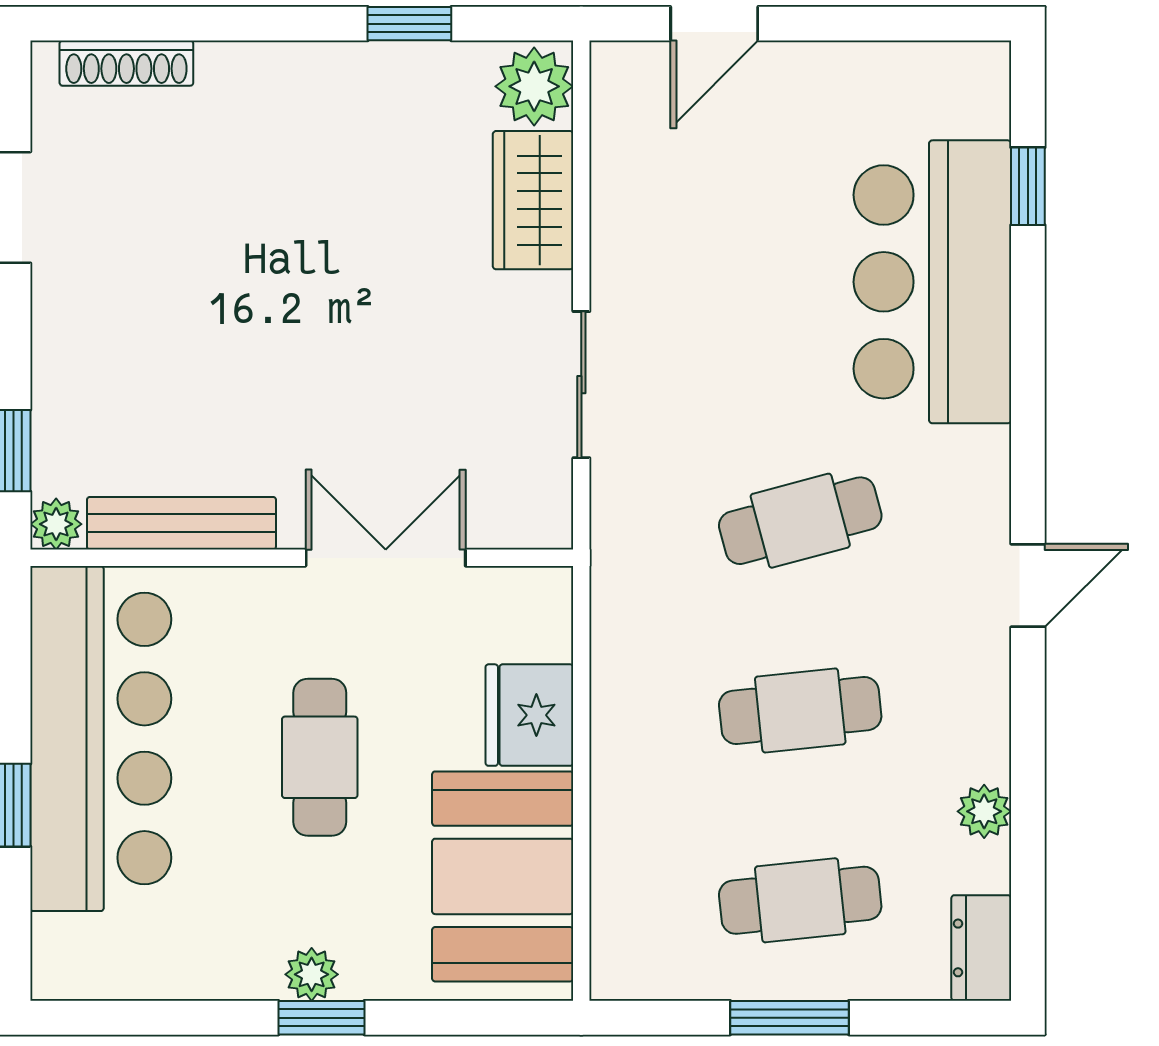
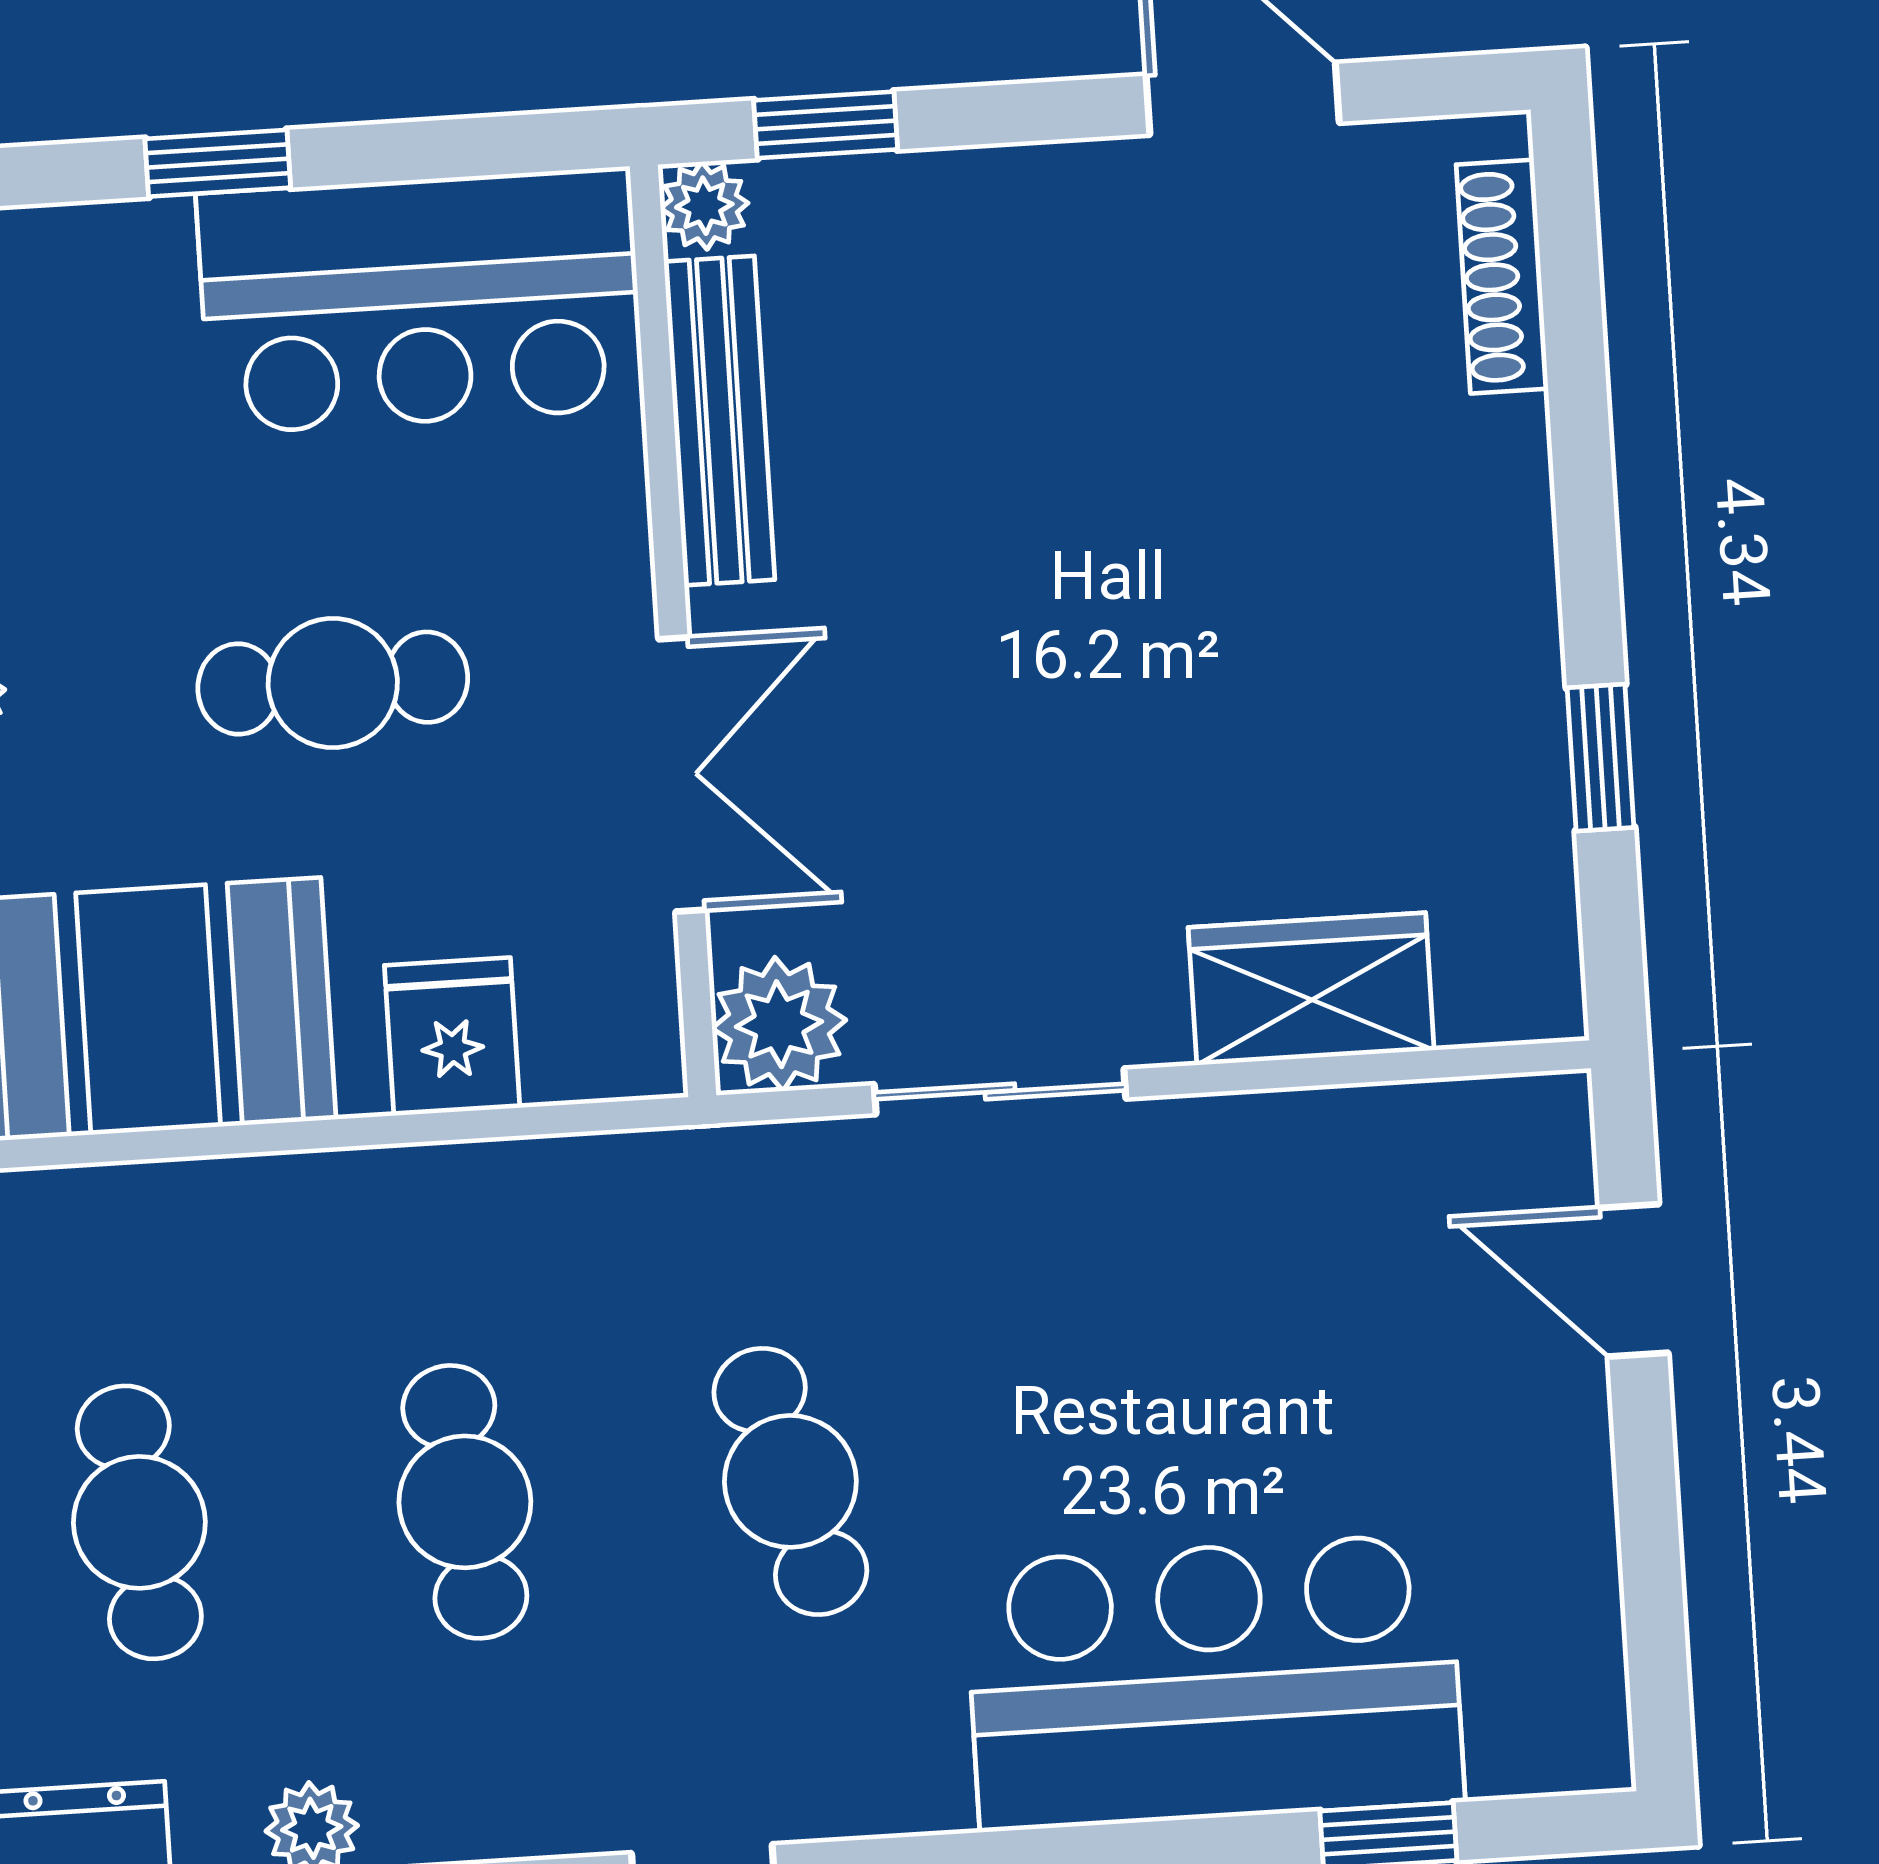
plant: (534, 86) -> (779, 1024), moved
fridge: (529, 715) -> (452, 1037), width x0.72
bar counter: (101, 739) -> (420, 301), width x0.73

